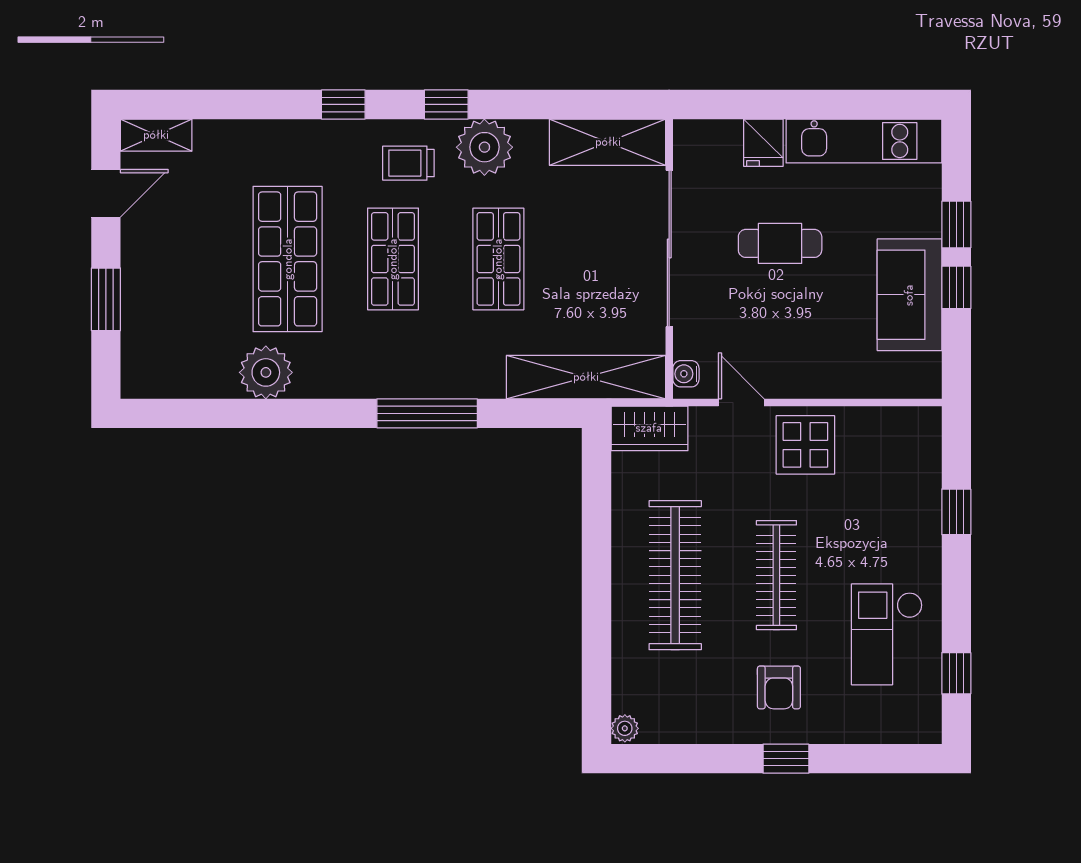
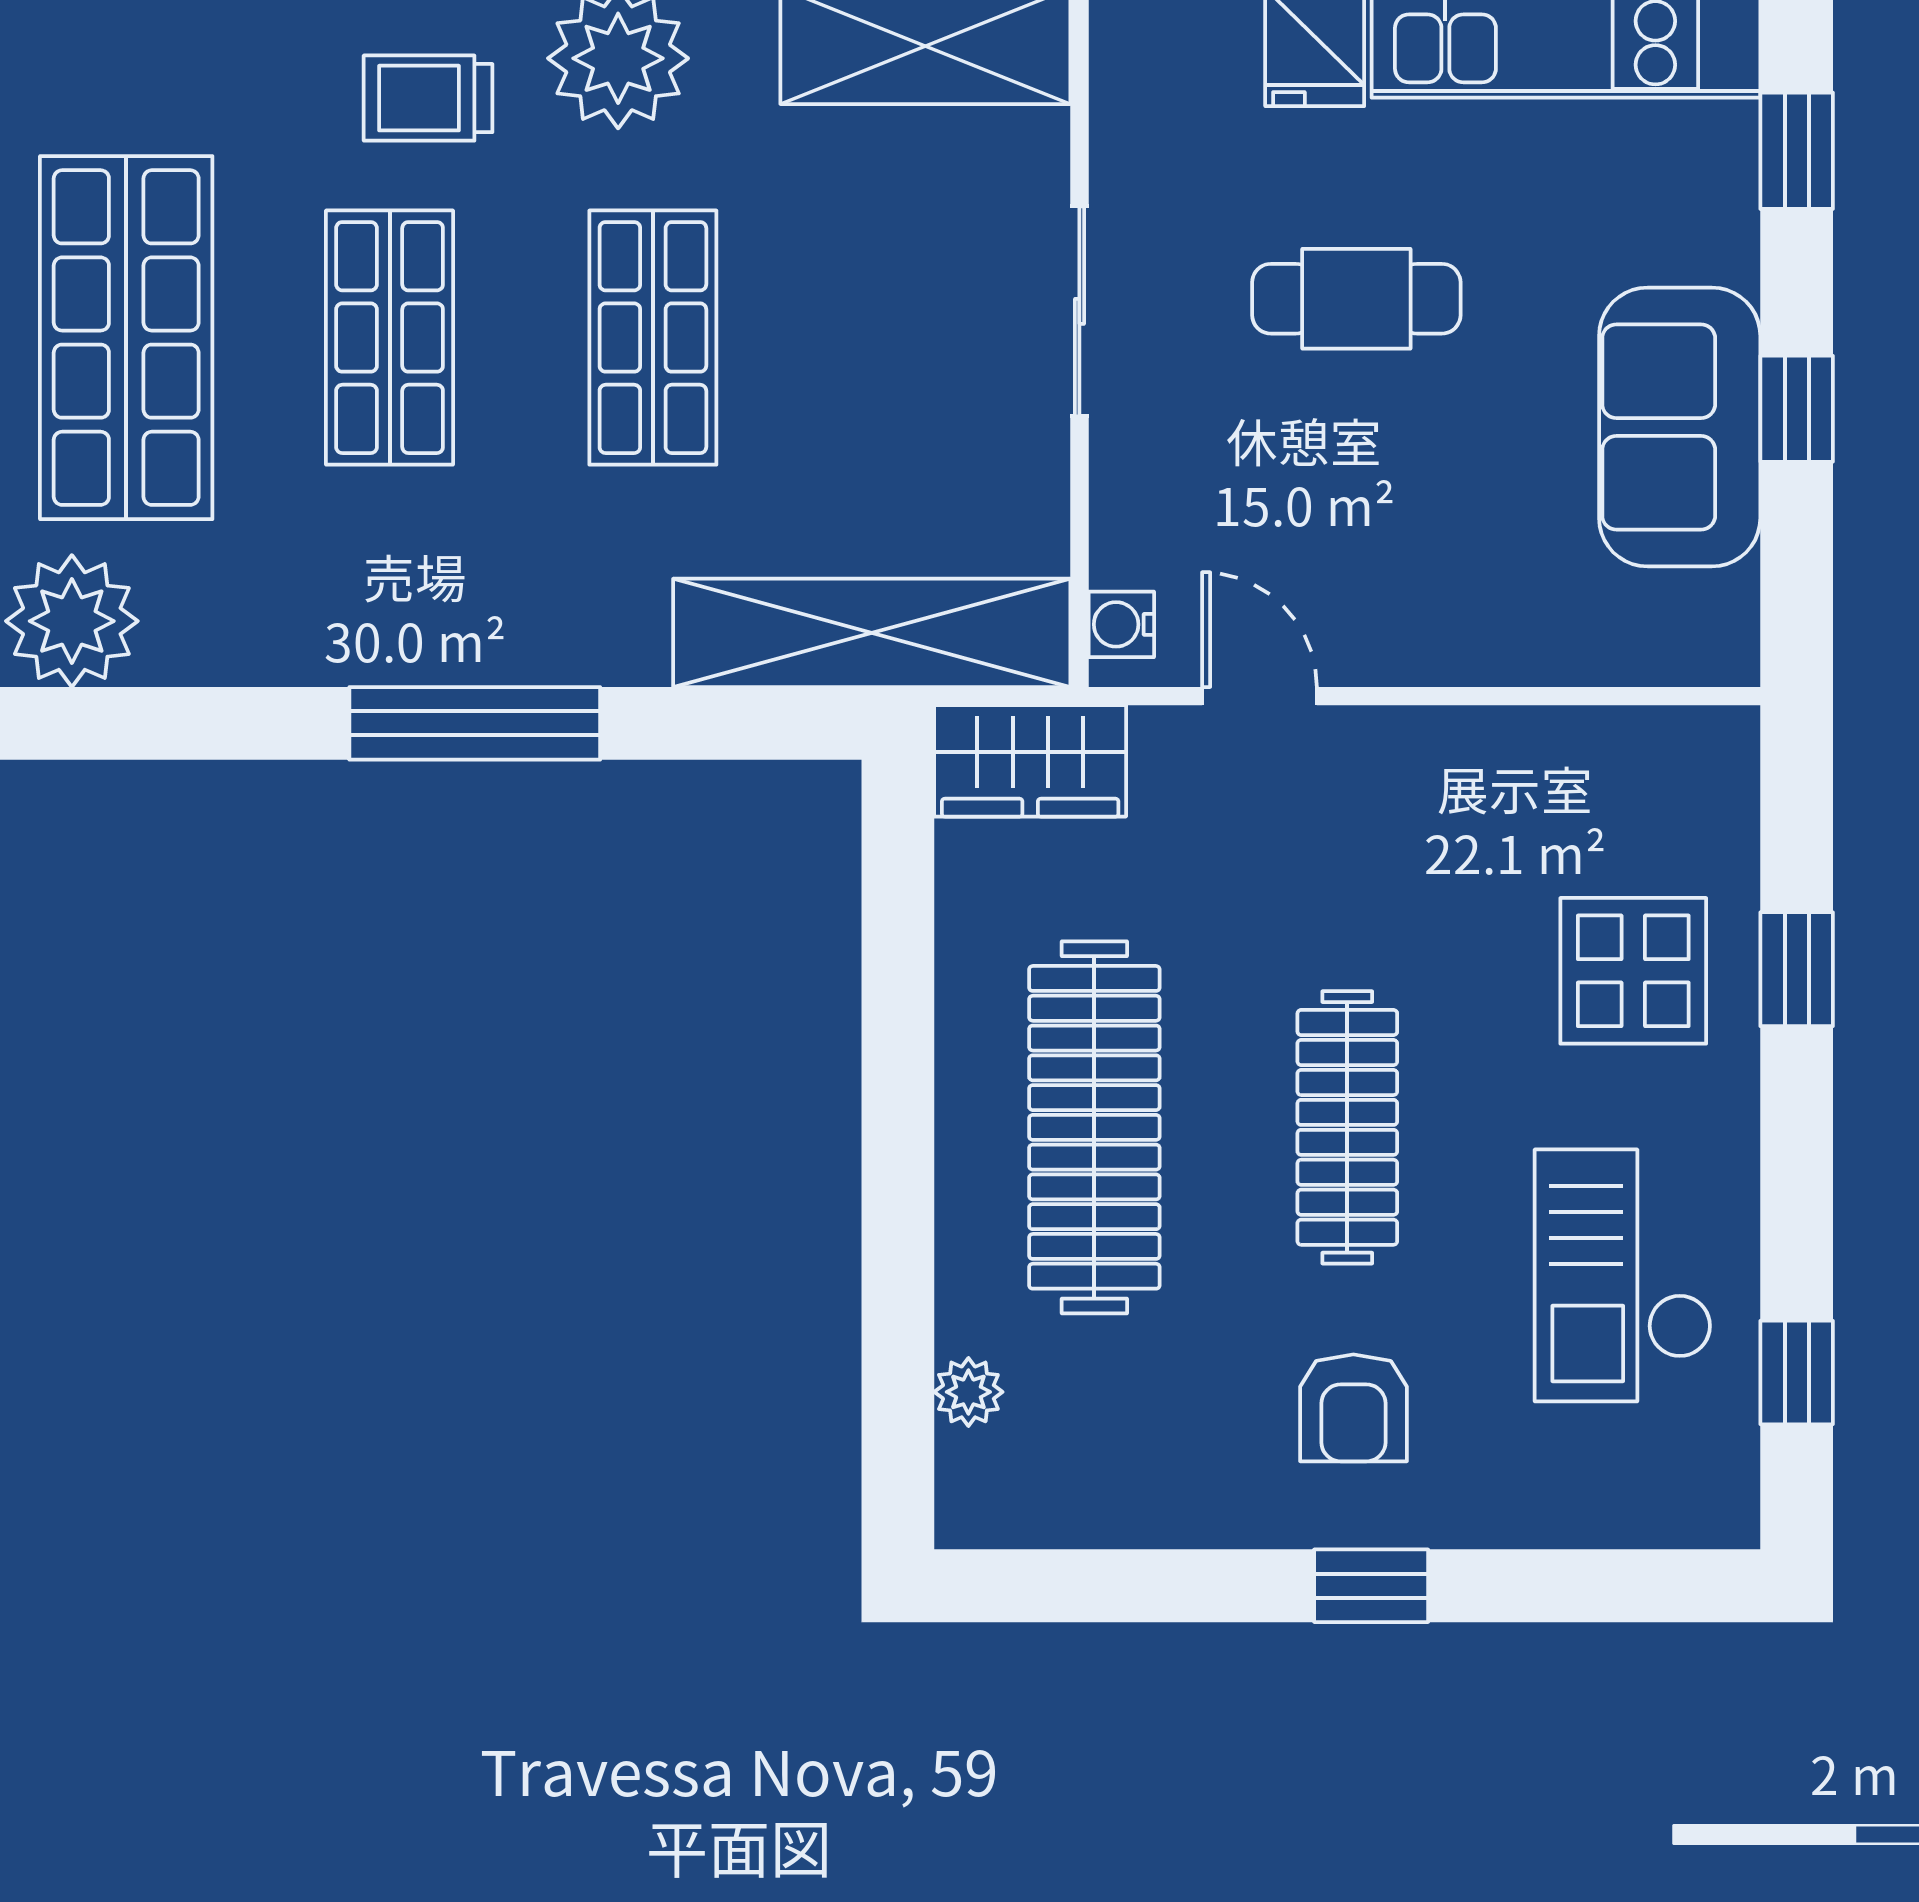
window: (956, 224) -> (1797, 151), moved
sliding door: (669, 248) -> (1079, 311), width x0.54
display table: (805, 445) -> (1633, 971), moved
plant: (625, 728) -> (968, 1392), moved

